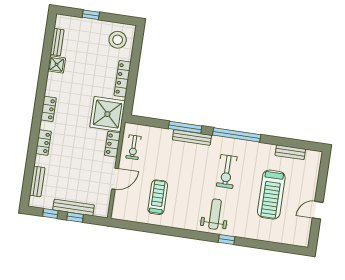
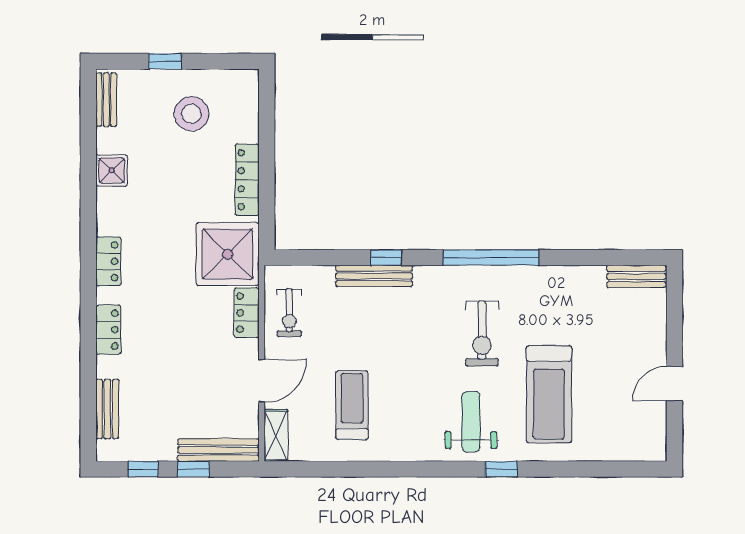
stool: (118, 40) -> (191, 114), moved
bench: (57, 42) -> (106, 100), moved
window: (185, 127) -> (386, 258), width x0.46
bench: (192, 137) -> (374, 276), moved
bench: (290, 152) -> (636, 276), moved
treadmill: (271, 195) -> (549, 394), moved
bench: (74, 207) -> (218, 450), moved
shelving: (118, 207) -> (276, 435), added

